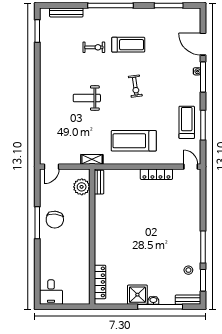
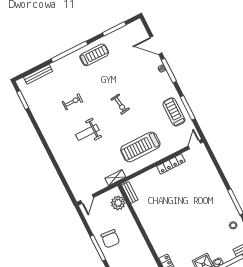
treadmill: (128, 45) -> (94, 55), moved
exercise bike: (94, 47) -> (72, 102), moved
door: (191, 167) -> (194, 145), hinge flipped

